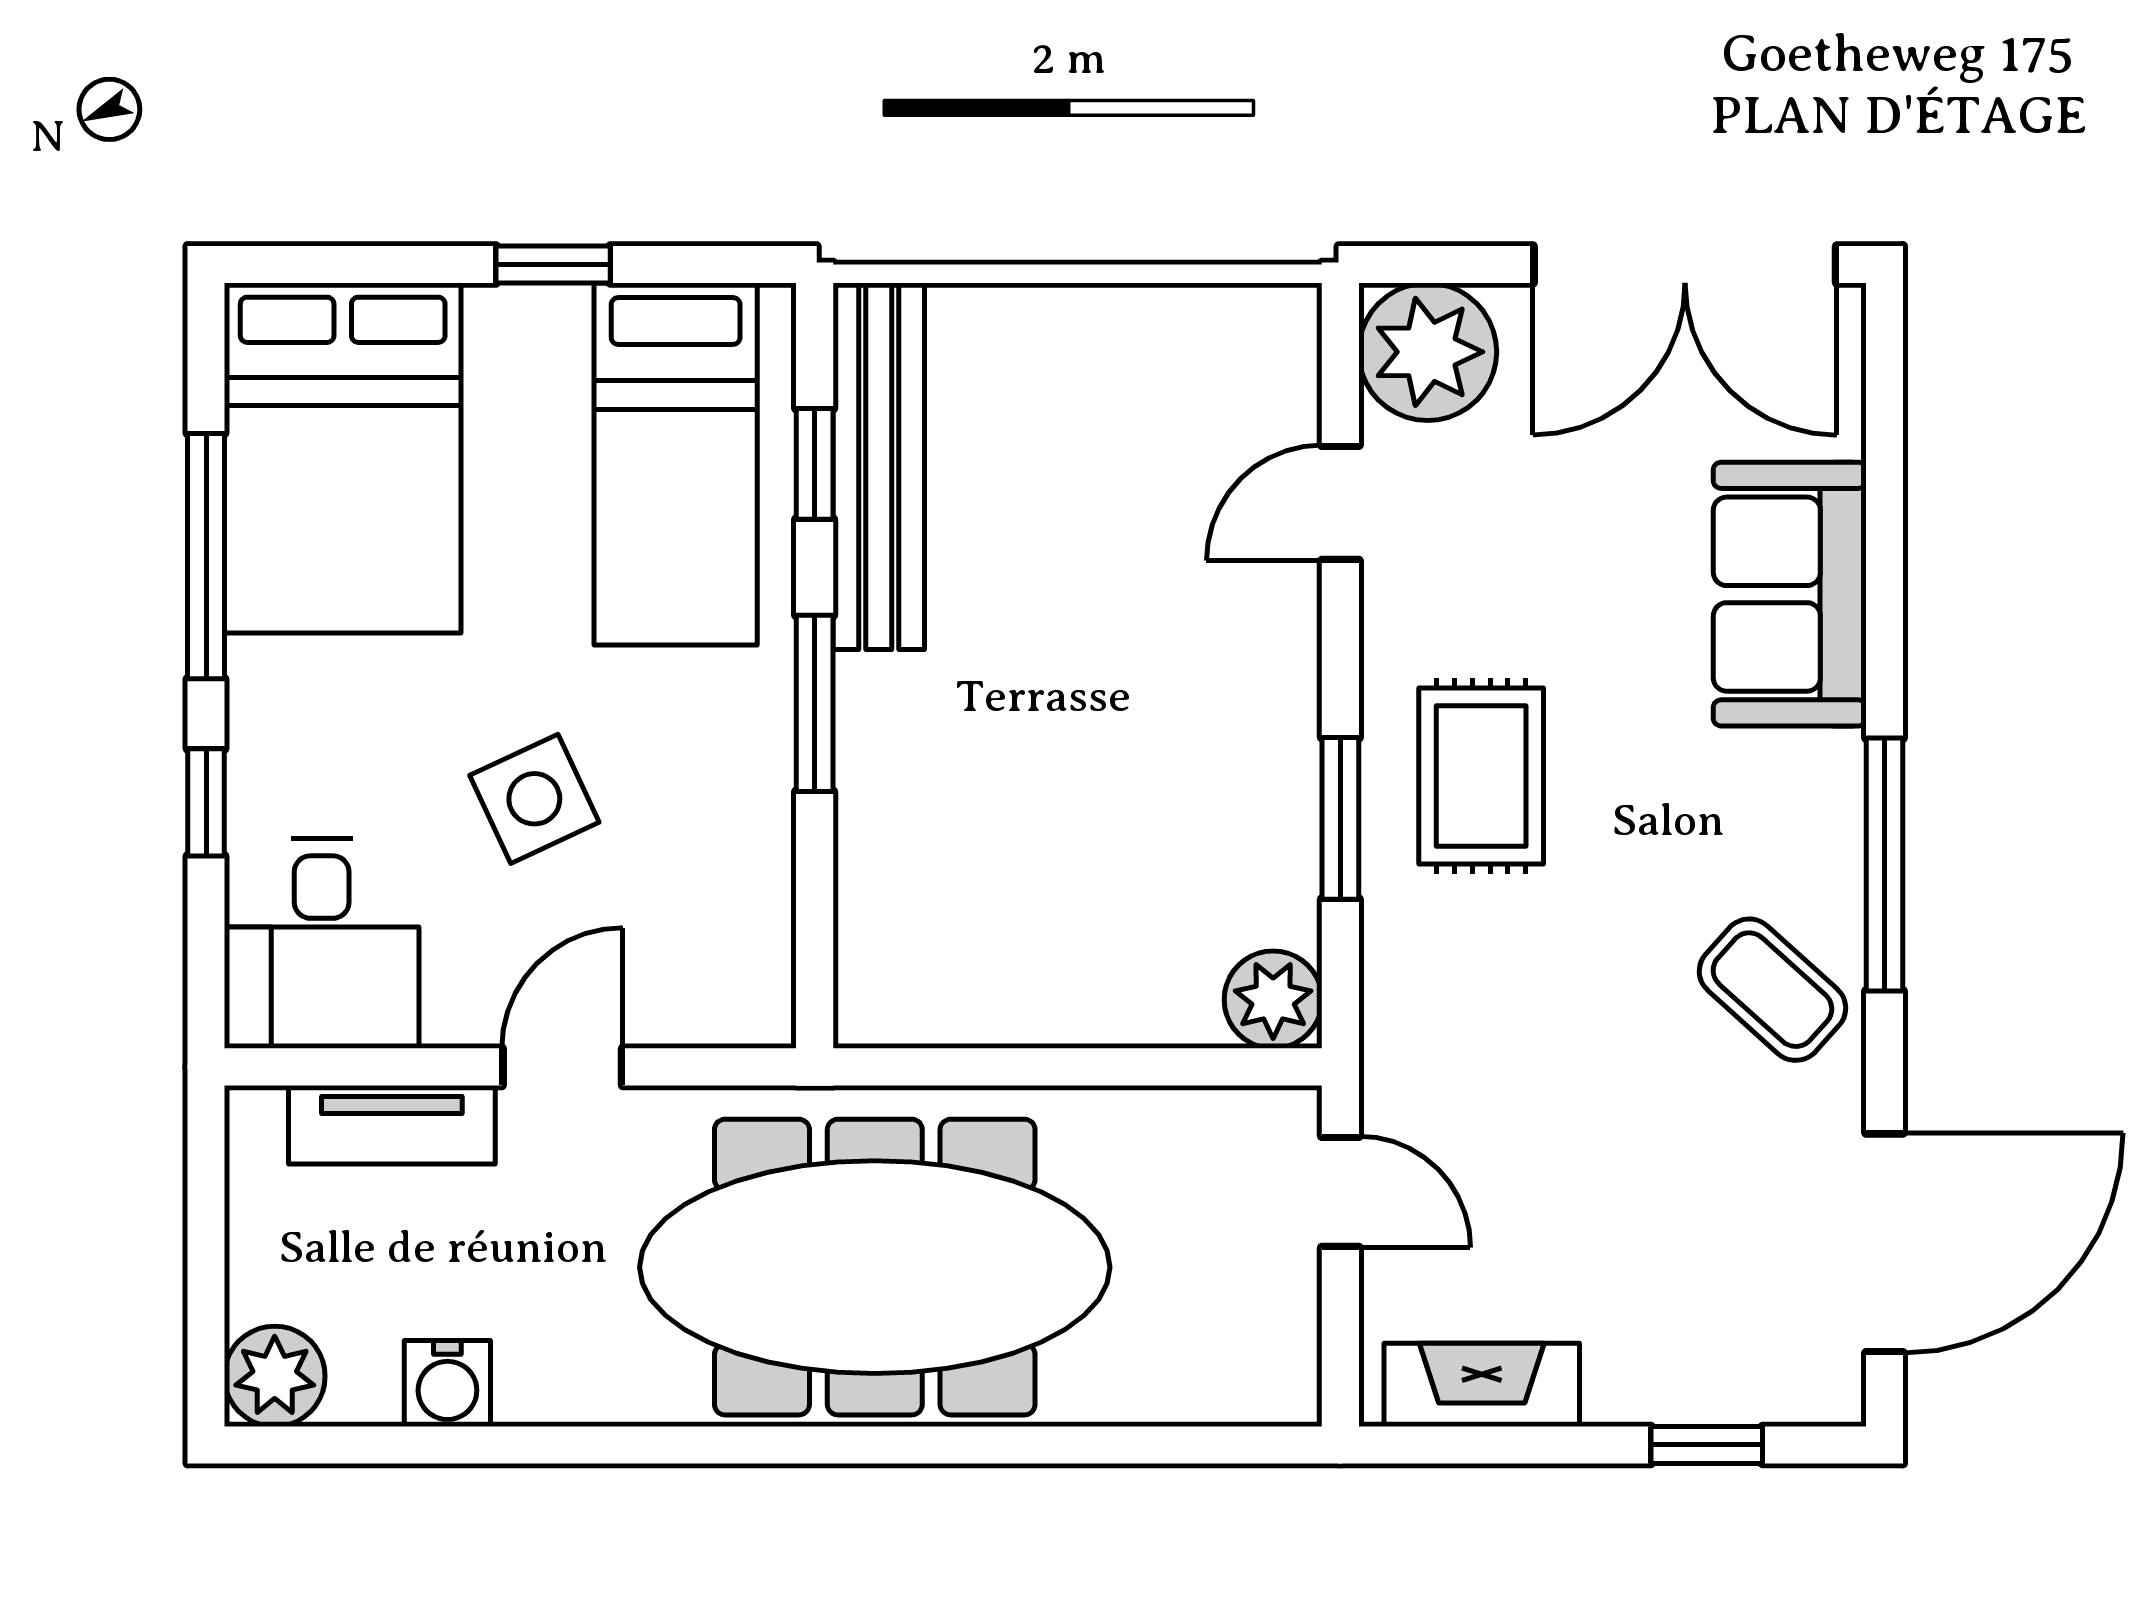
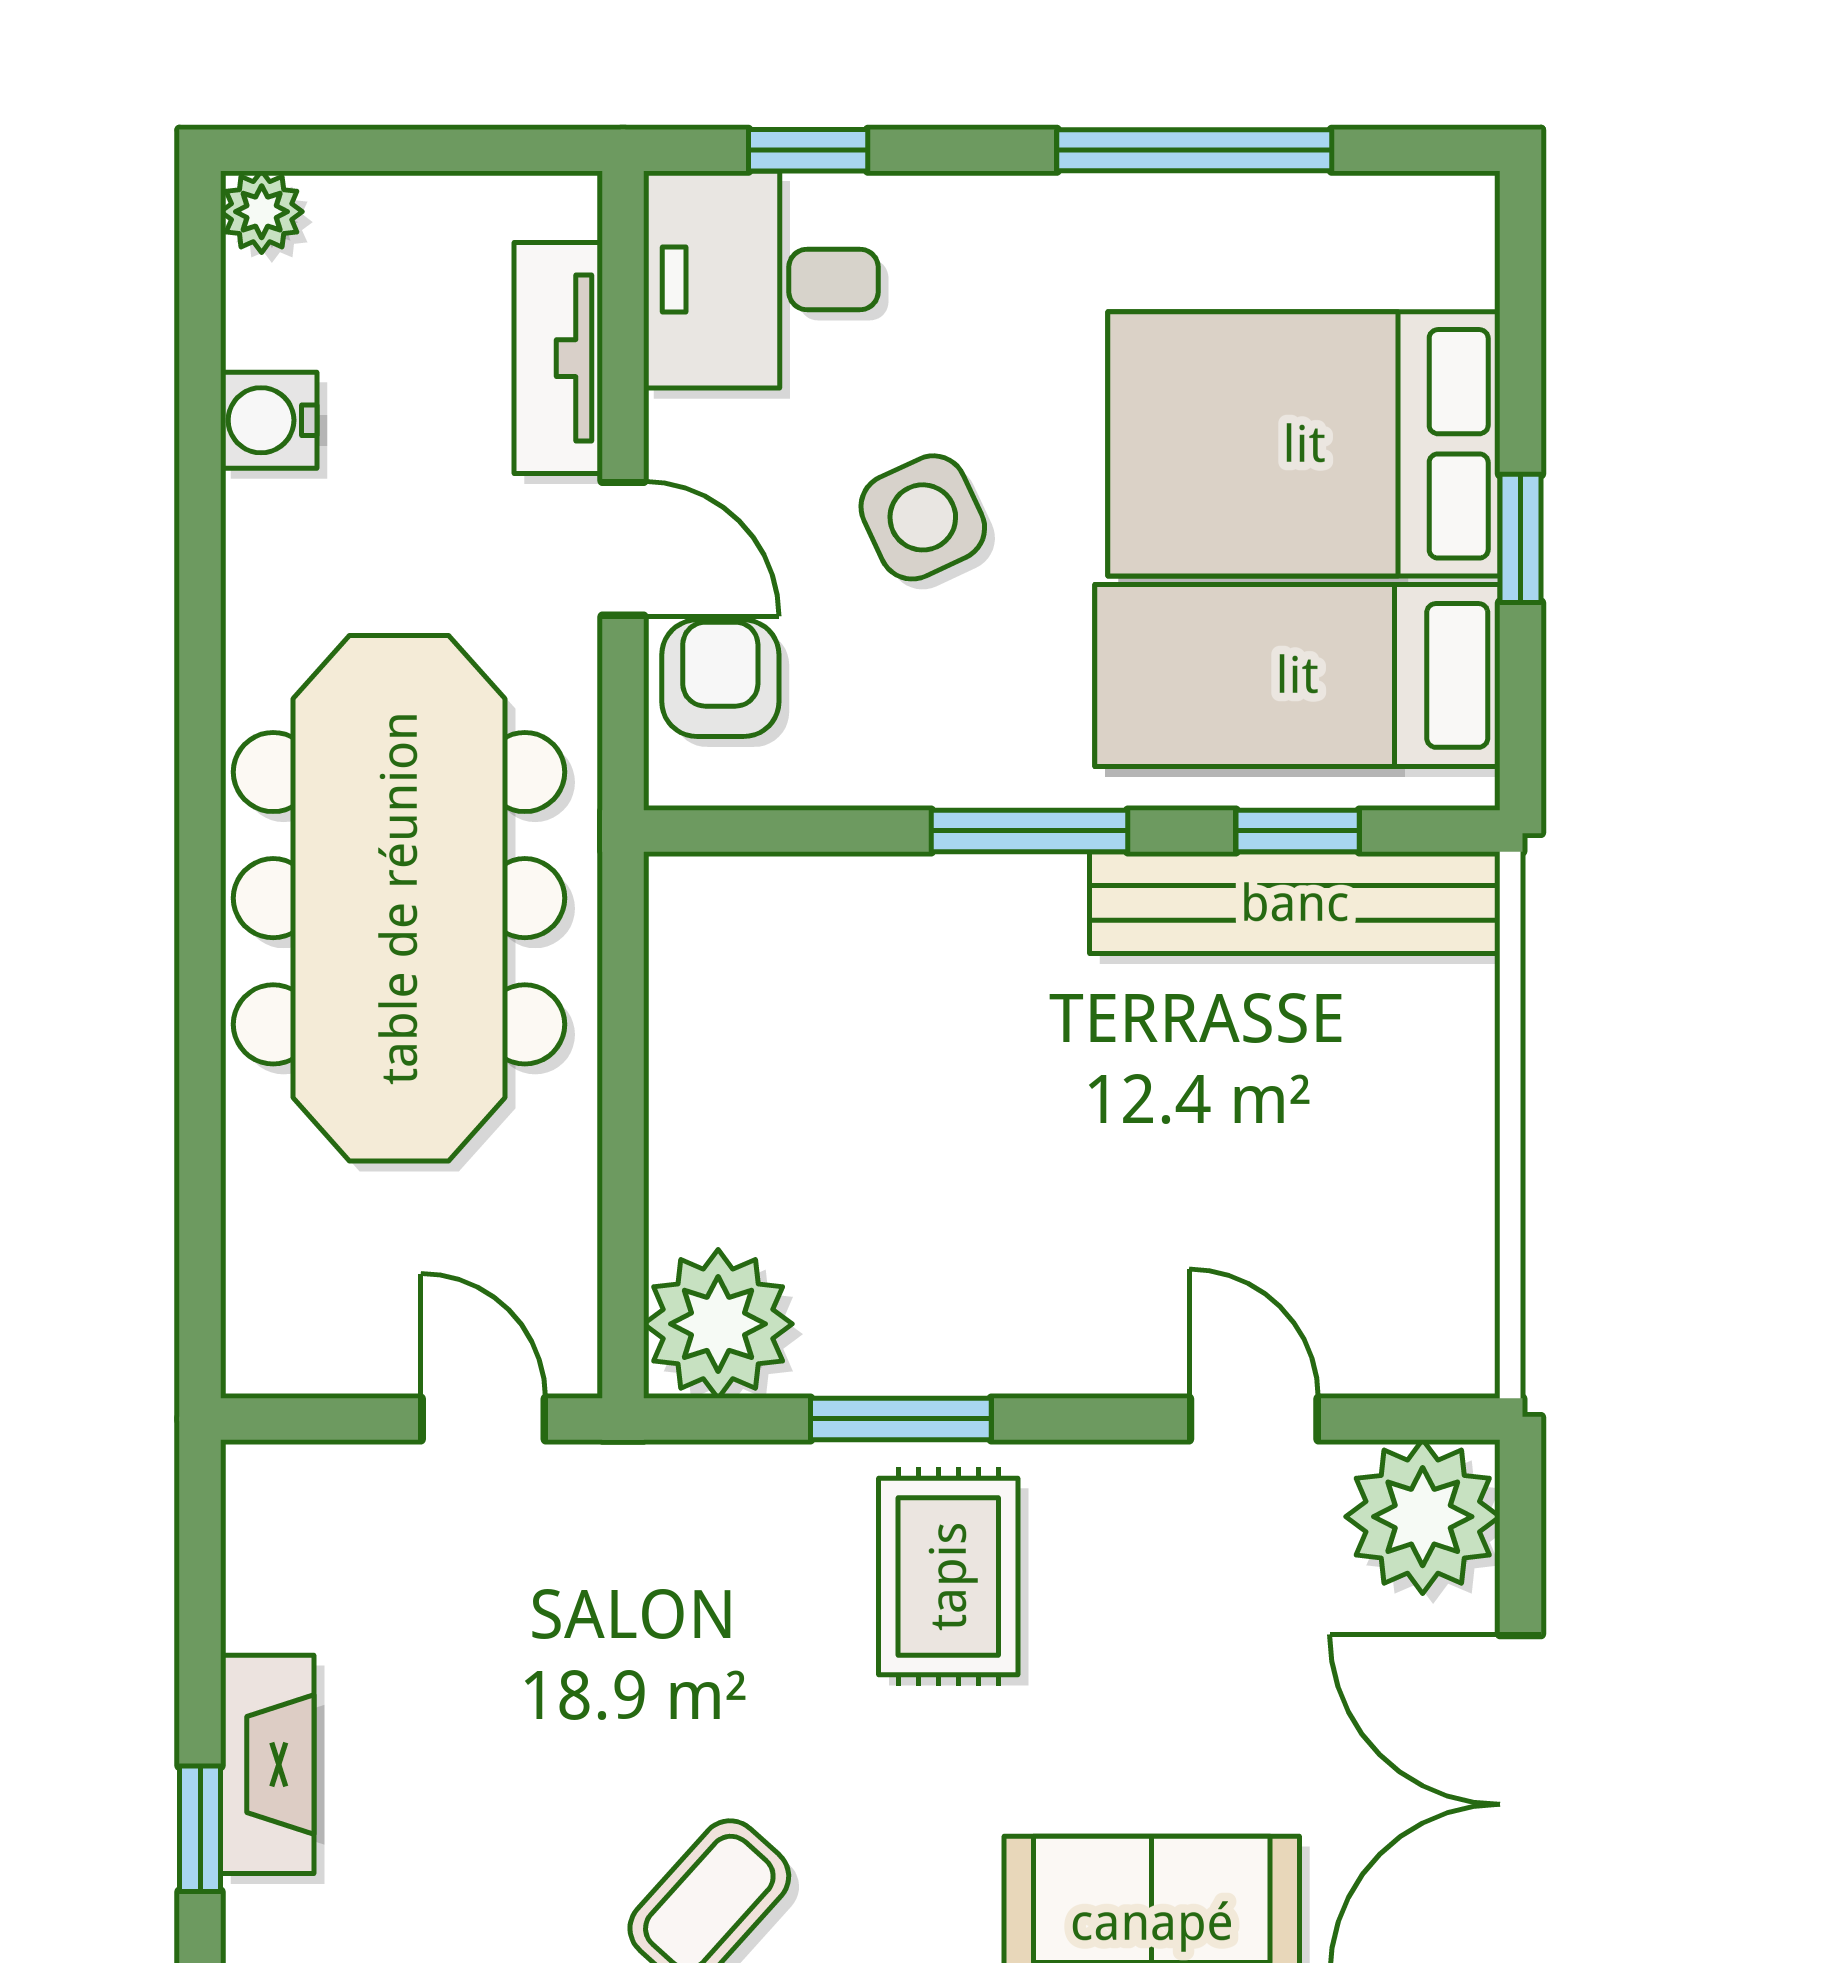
bed: (343, 458) -> (1304, 444), moved
rug: (1481, 776) -> (948, 1576), turned 90
window: (206, 802) -> (808, 150), moved
armchair: (678, 980) -> (720, 678), added
plant: (1273, 1000) -> (718, 1324), width x1.36, depth x1.36
door: (1340, 1192) -> (483, 1419), swing flipped
plant: (275, 1376) -> (262, 212), width x0.73, depth x0.73
fireplace: (1482, 1385) -> (267, 1764), moved

